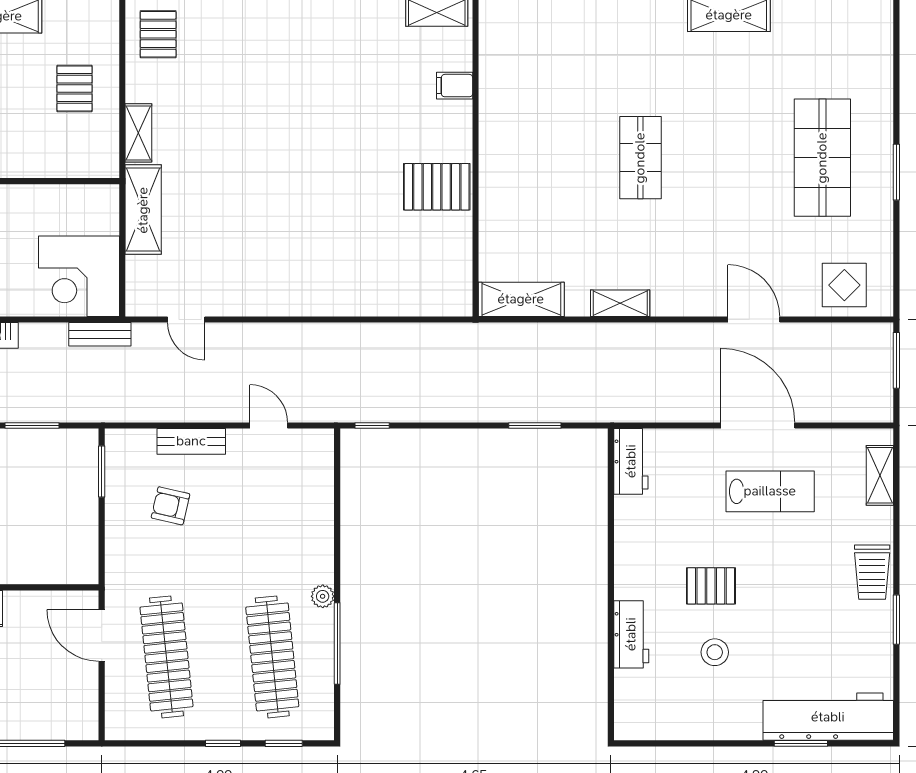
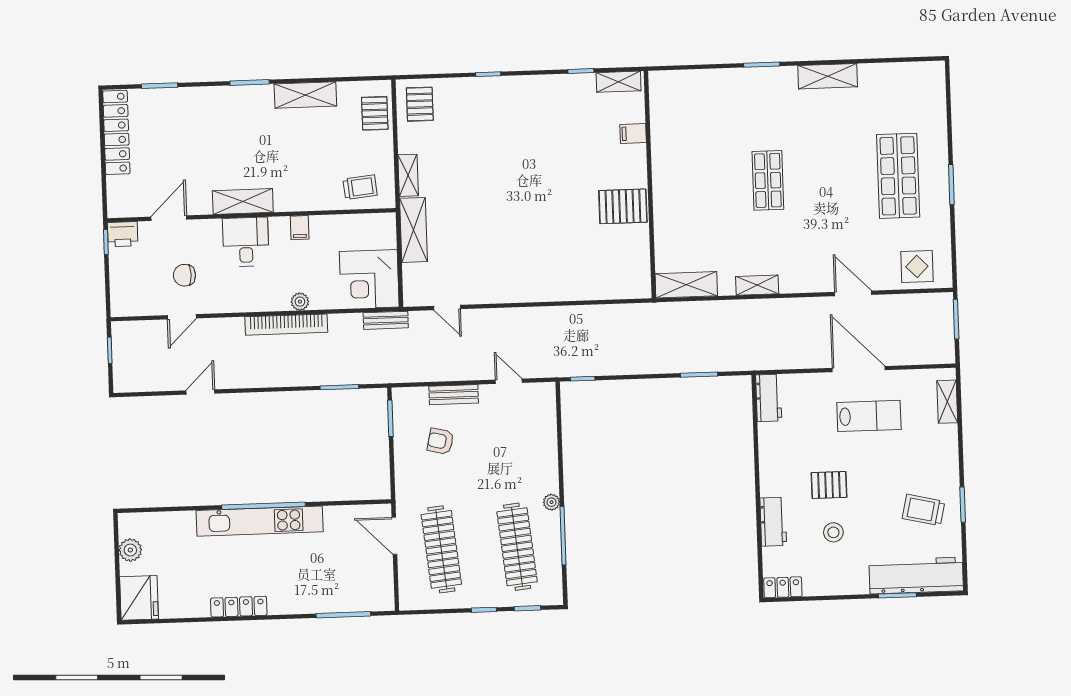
pallet: (75, 88) -> (375, 113), moved
trolley: (71, 147) -> (360, 187), added
trolley: (872, 572) -> (923, 510), moved, turned 103
locker: (641, 726) -> (783, 587), added

